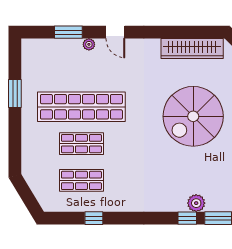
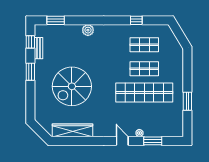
spiral stairs: (193, 116) -> (72, 86), turned 180
plant: (196, 203) -> (88, 30), moved
window: (187, 218) -> (76, 20), removed

